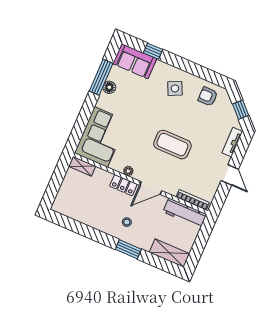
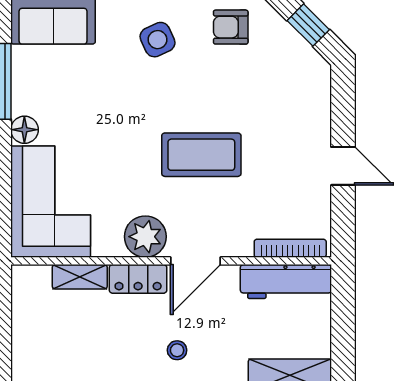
floor lamp: (109, 87) -> (24, 130), moved
tv unit: (232, 142) -> (320, 98), removed
shelving: (82, 166) -> (80, 277), moved
plant: (128, 171) -> (145, 237), width x1.88, depth x1.88

